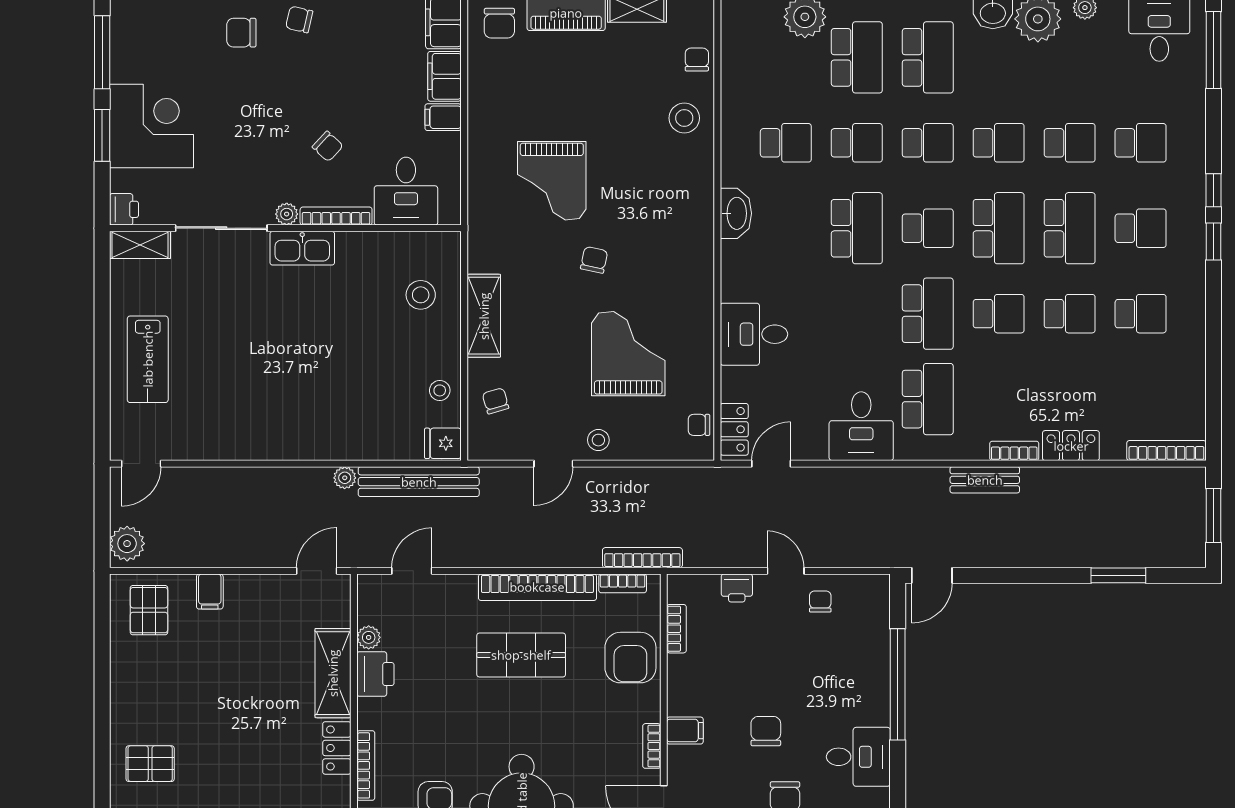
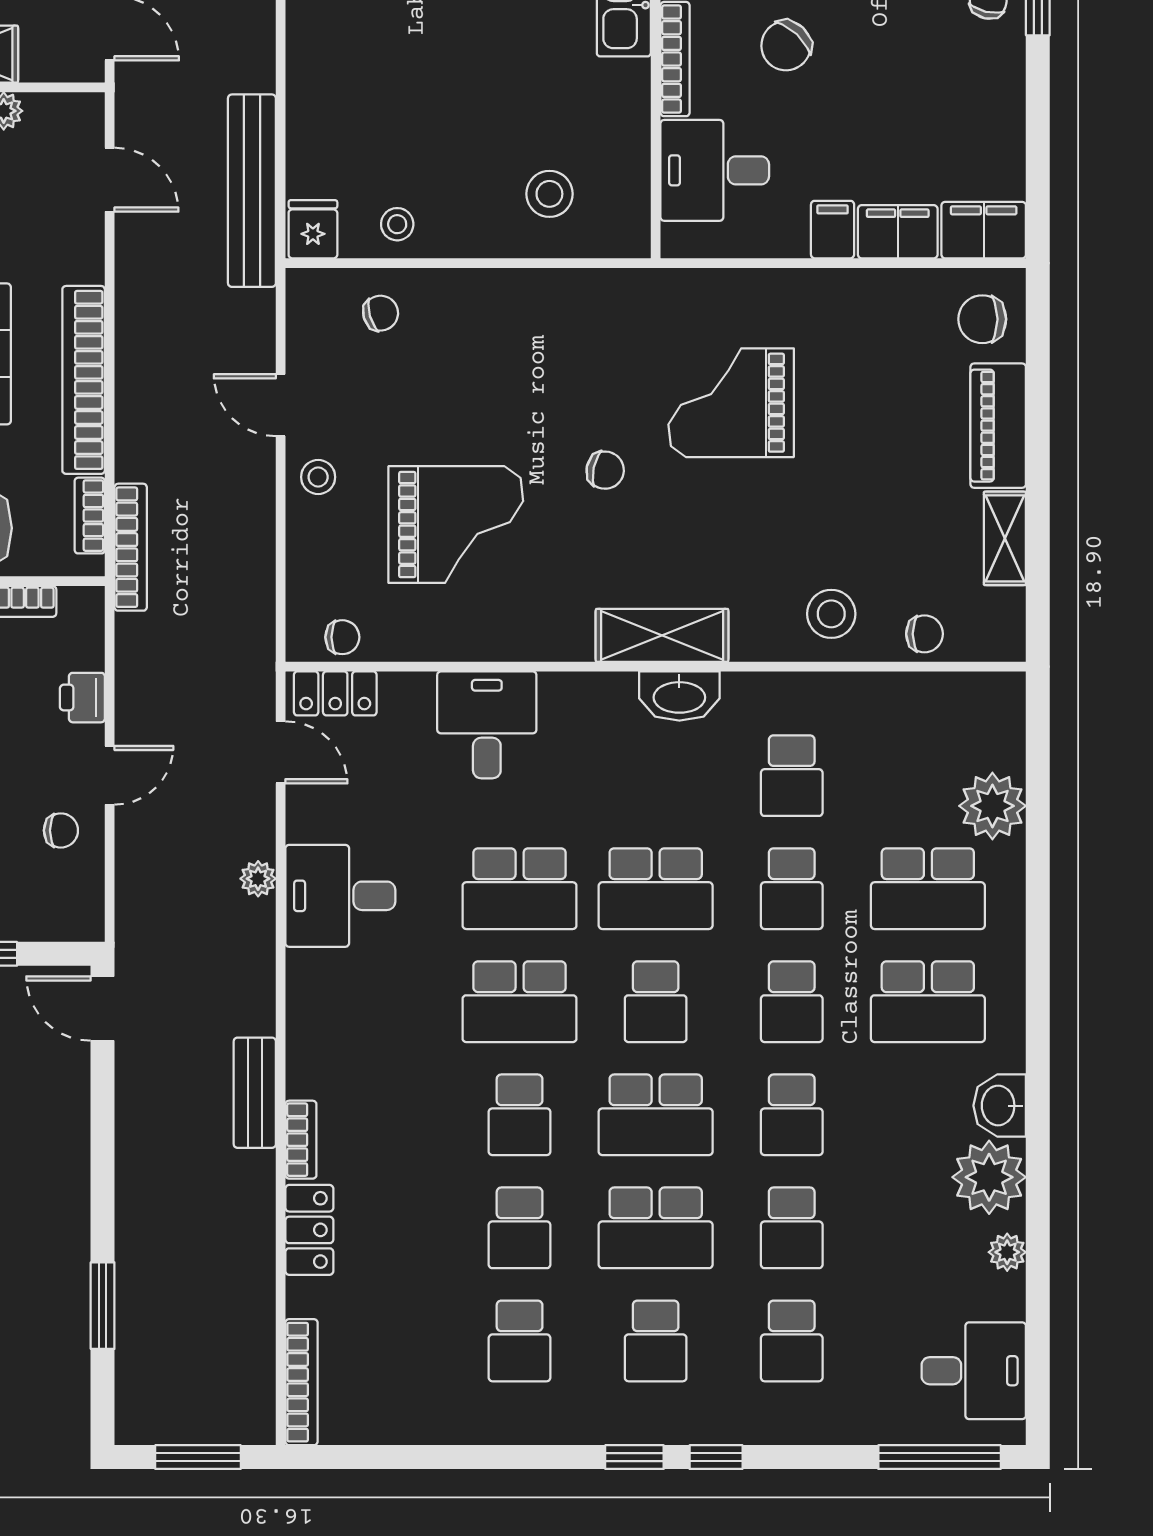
chair: (328, 146) -> (786, 46), width x1.37, depth x1.37
shelving: (484, 316) -> (662, 635), moved
school desk: (928, 399) -> (520, 889), moved
chair: (699, 425) -> (342, 637), turned 90
plant: (345, 478) -> (258, 879), moved

